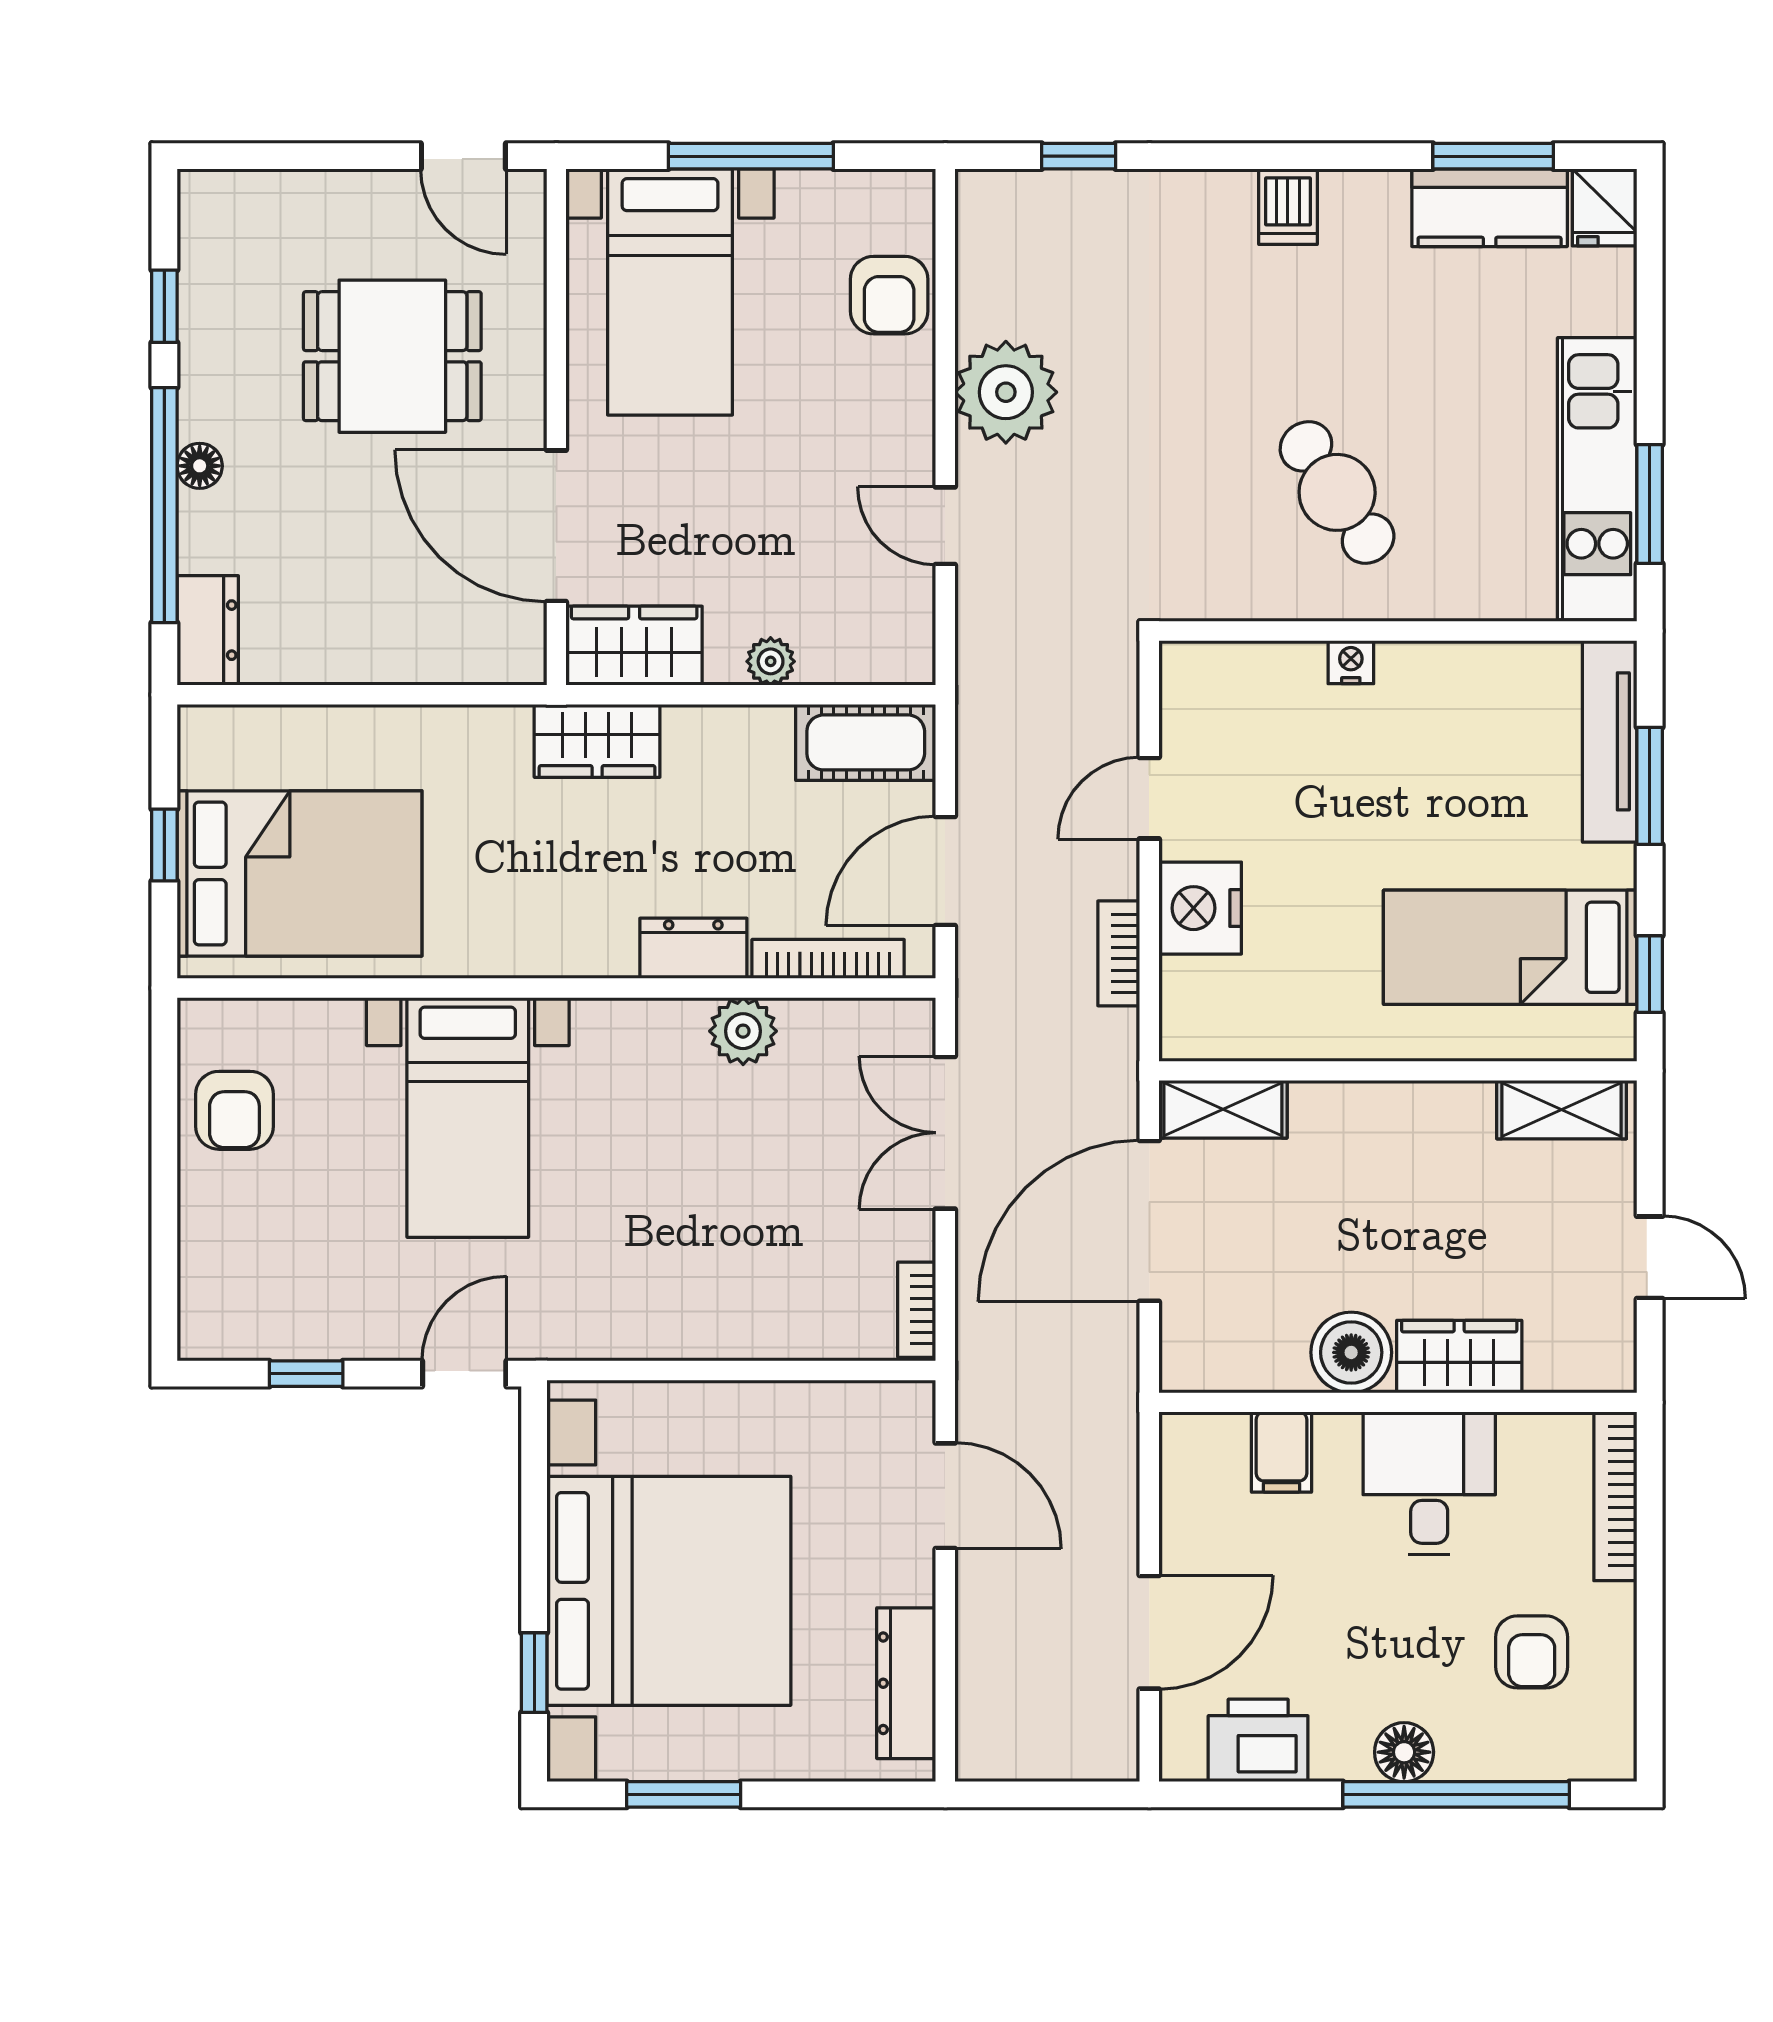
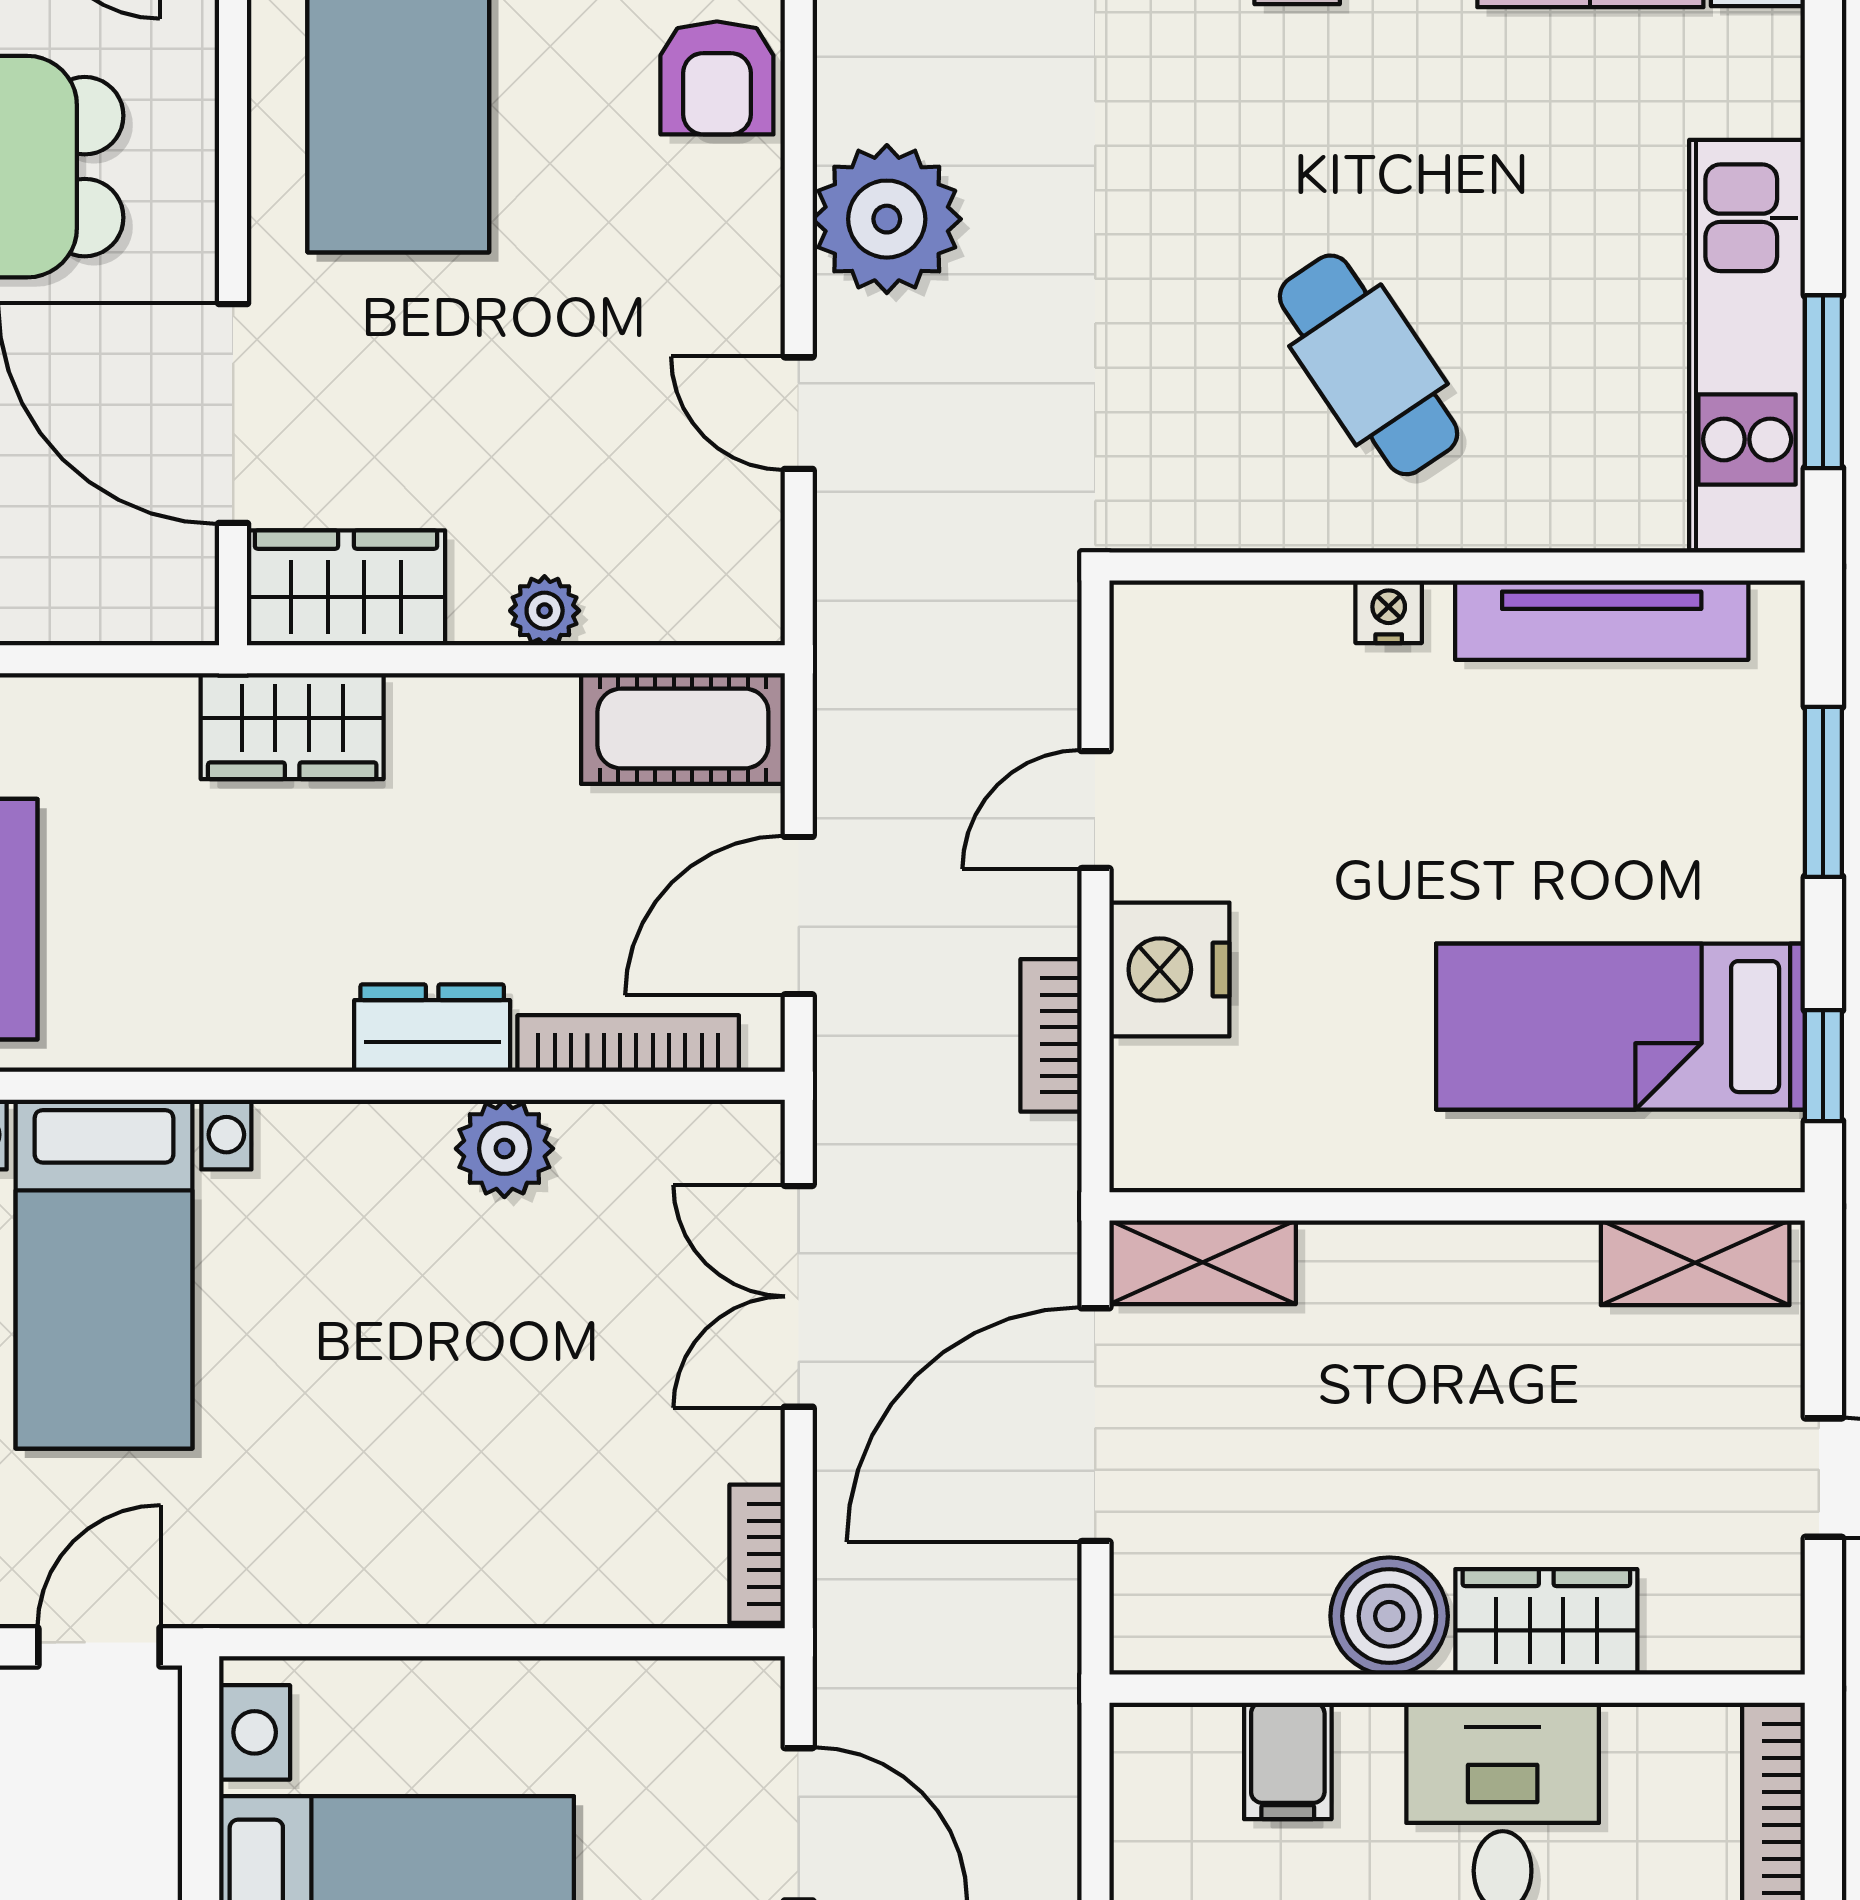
tv unit: (1610, 741) -> (1602, 620), moved, turned -90

